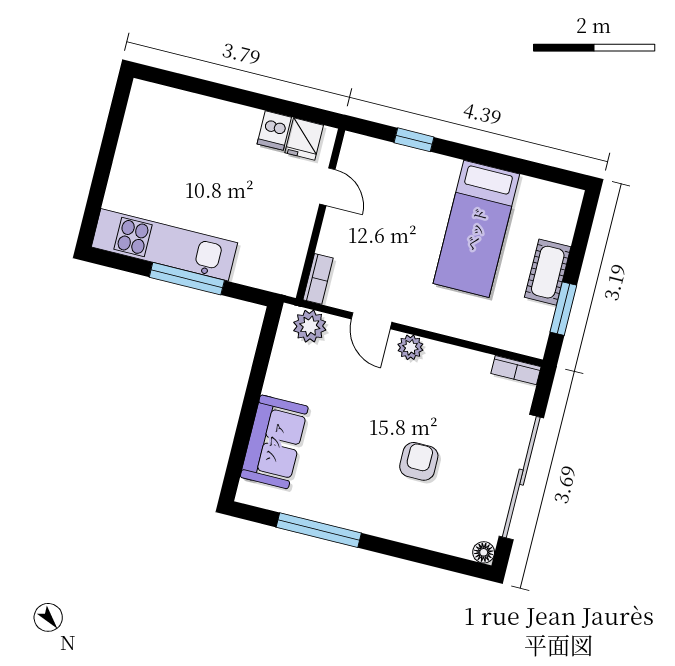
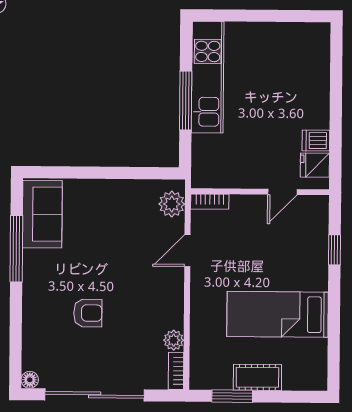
plant: (410, 347) -> (174, 340), moved
sofa: (274, 442) -> (42, 214), moved, turned -90

